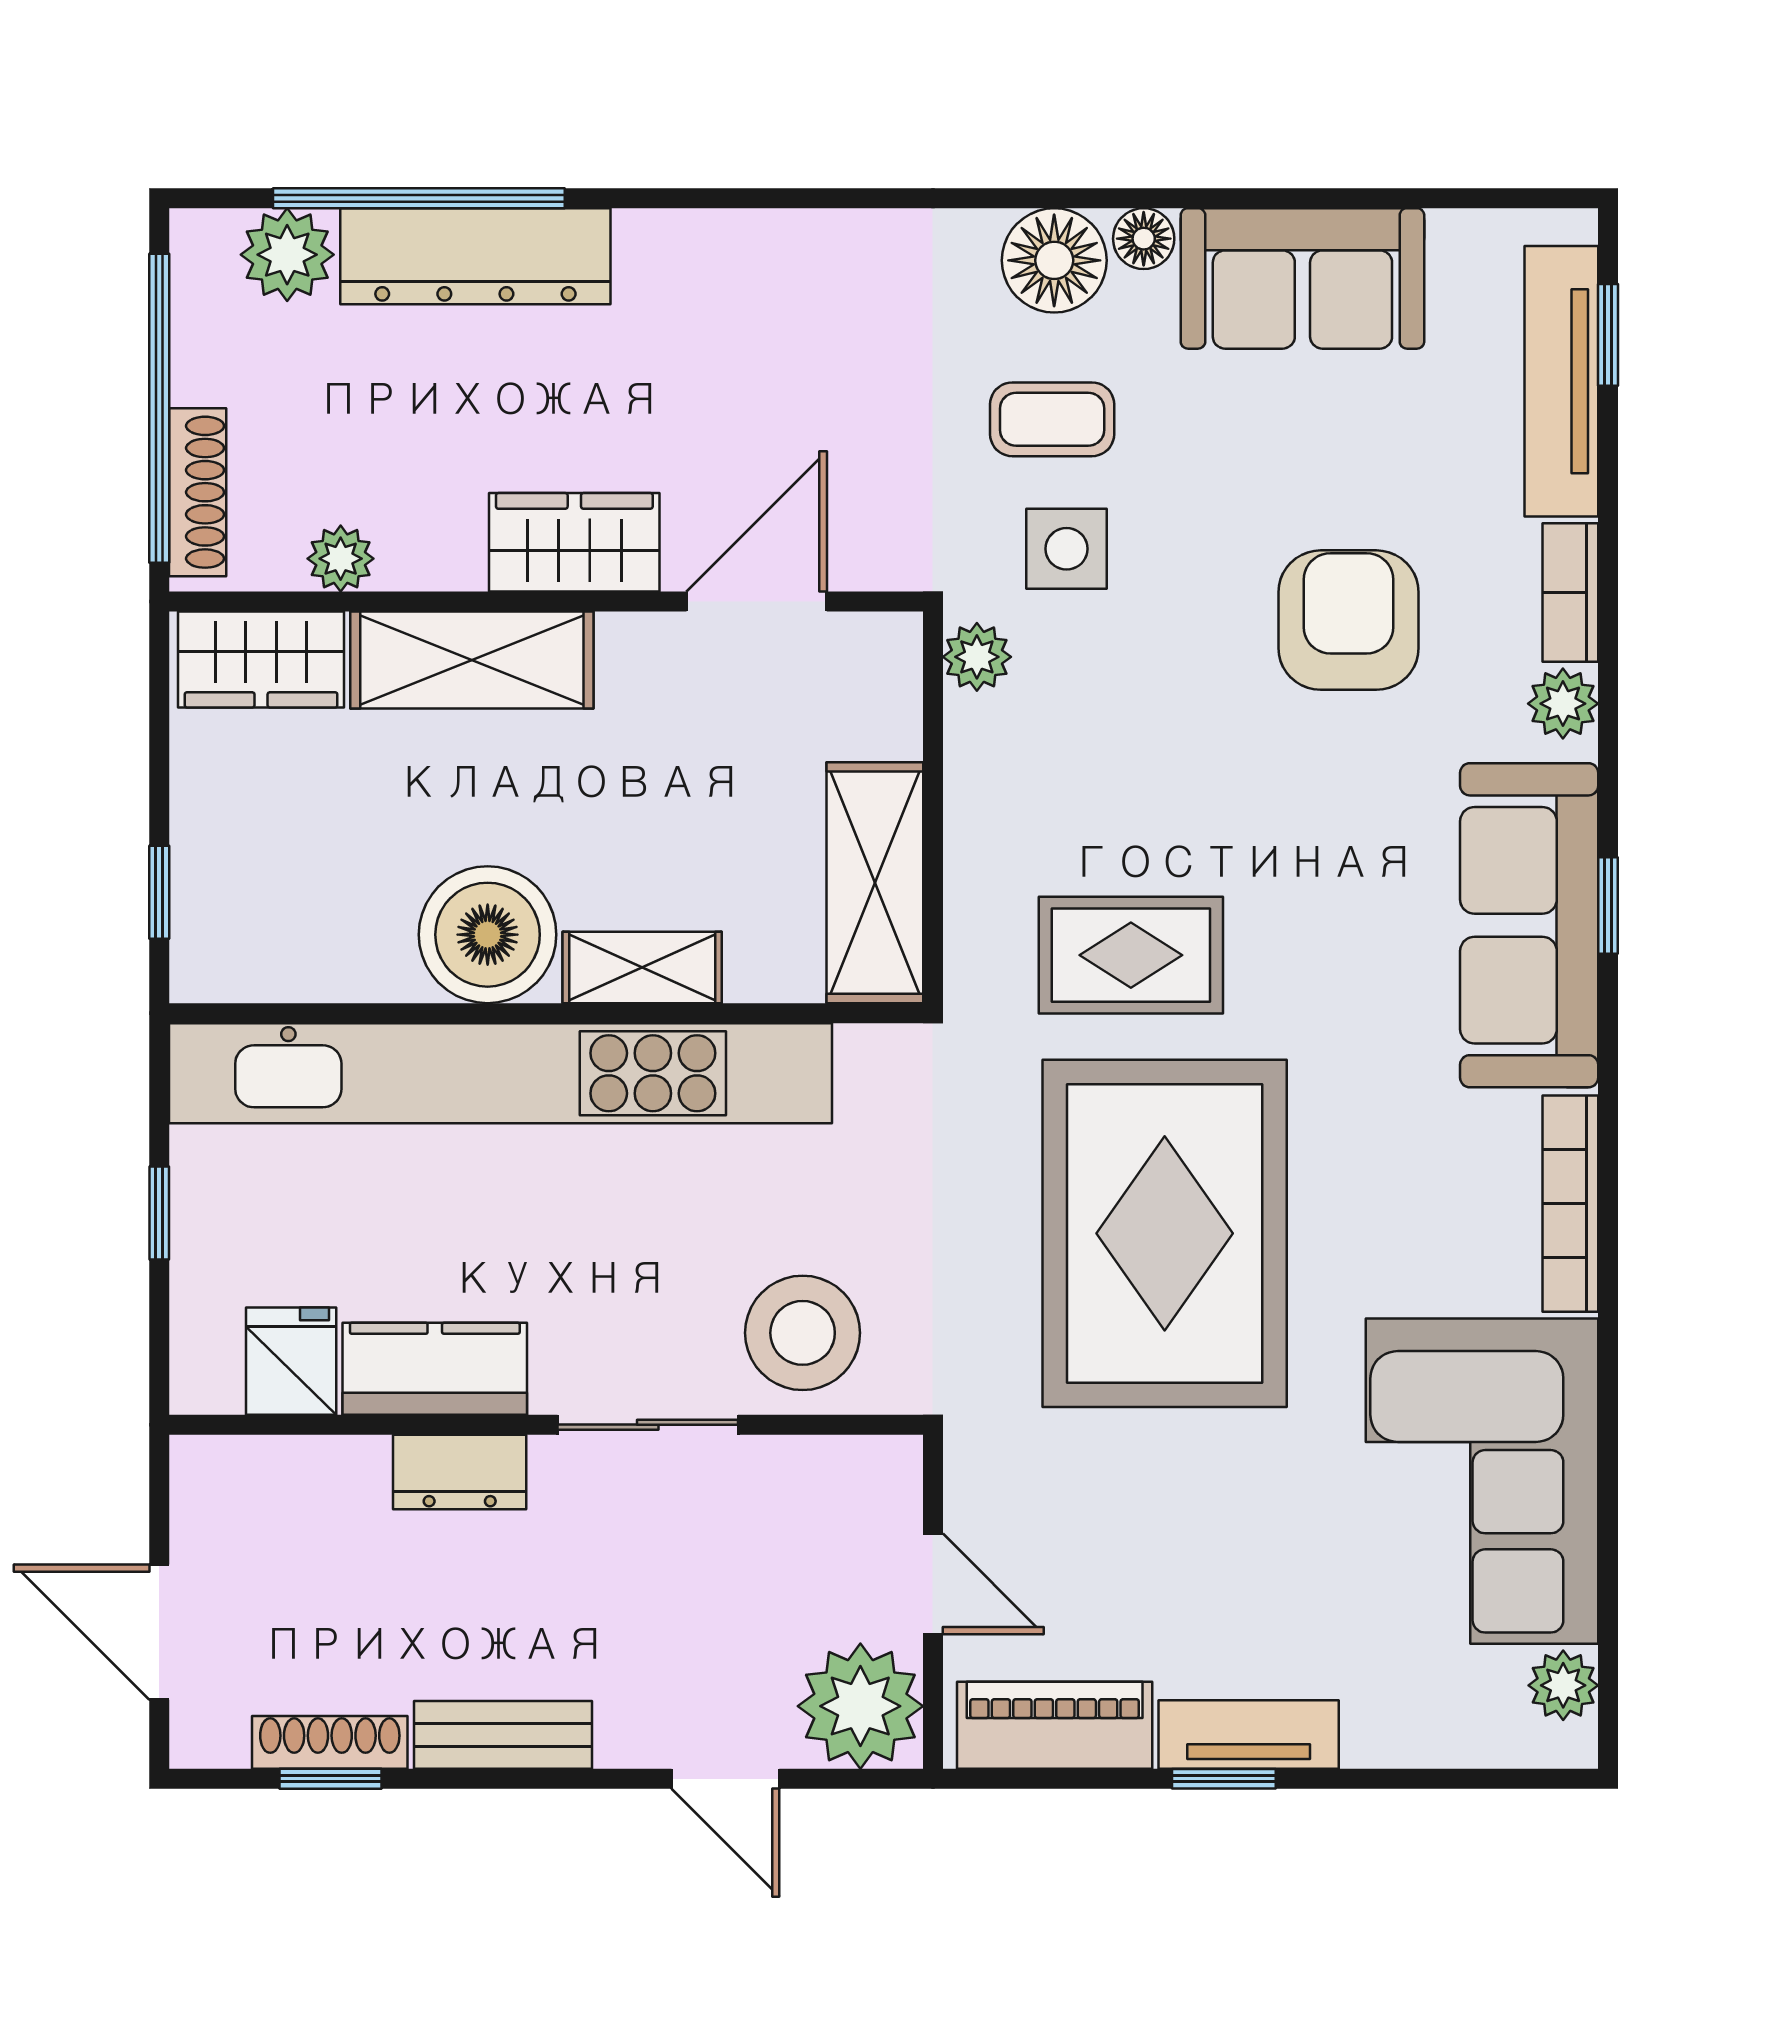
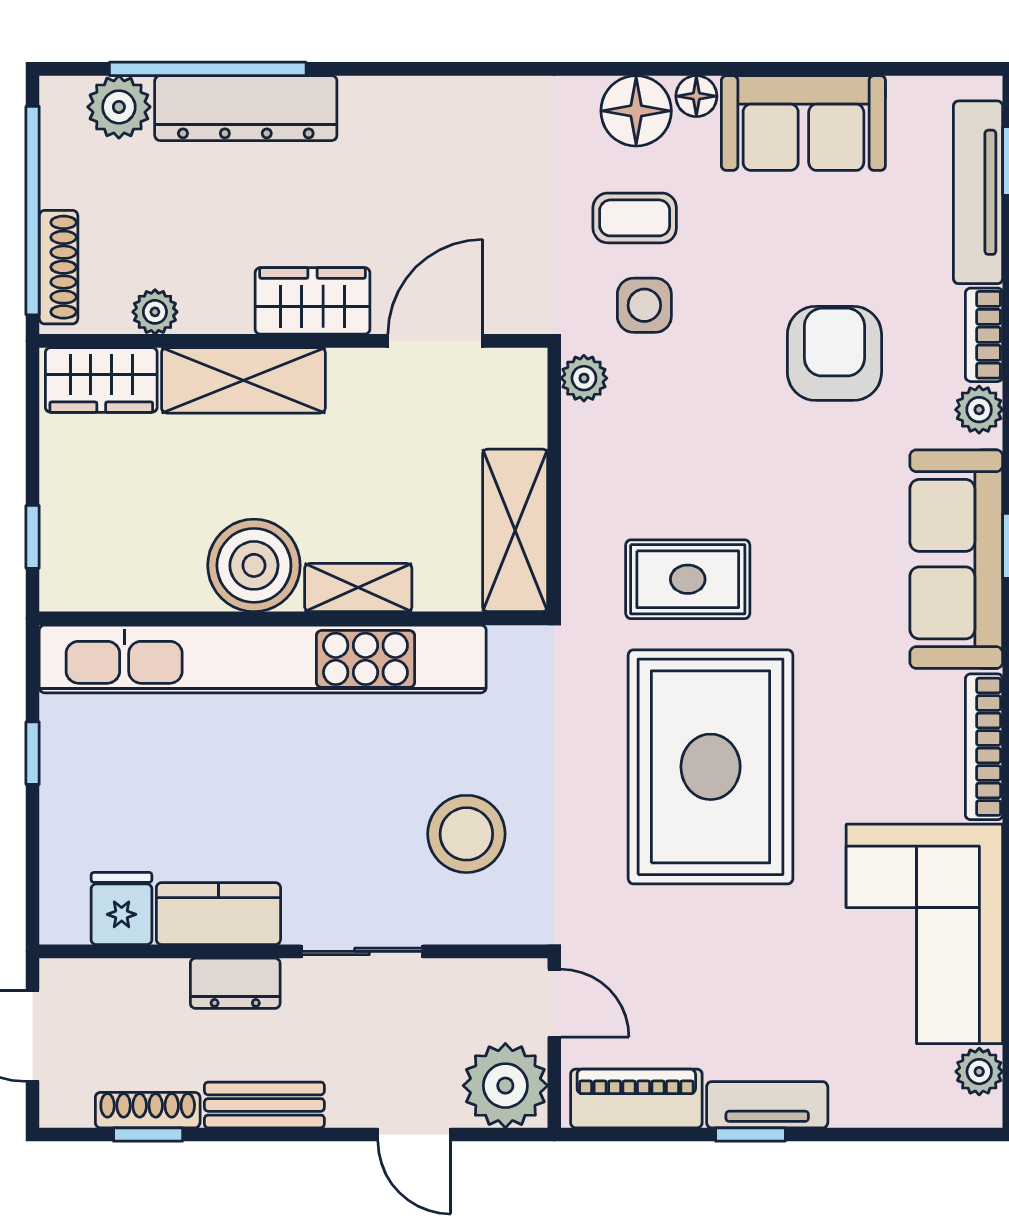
fridge: (291, 1361) -> (122, 908), moved
kitchen counter: (435, 1369) -> (218, 914), moved
wall: (546, 1425) -> (293, 951), moved
sliding door: (648, 1425) -> (362, 951), moved
dresser: (460, 1472) -> (235, 983), moved

